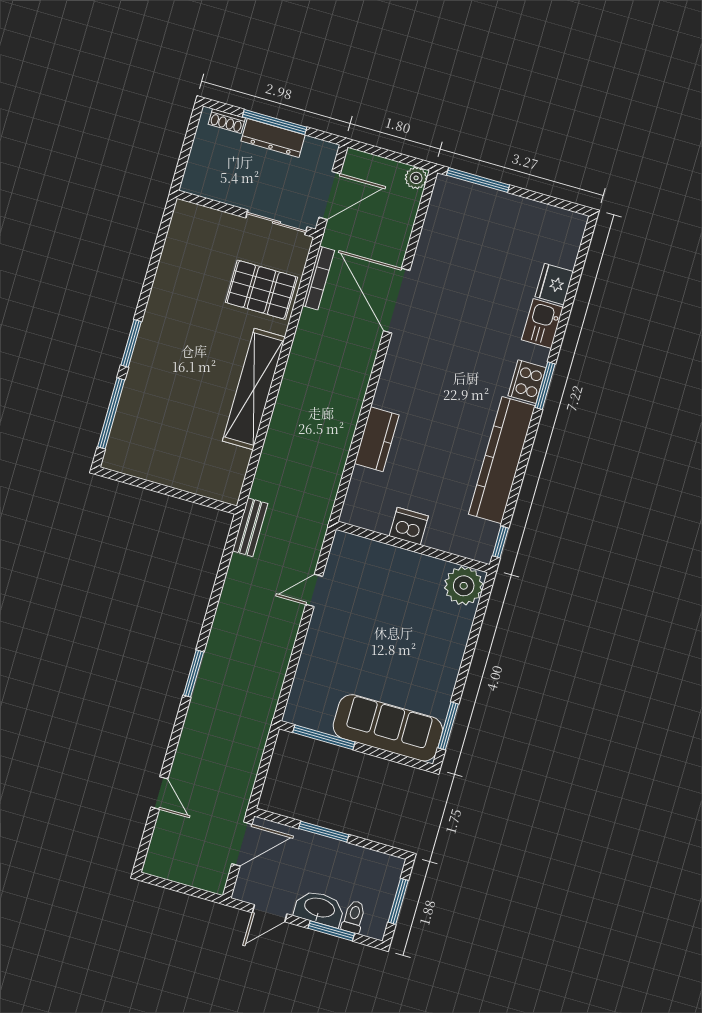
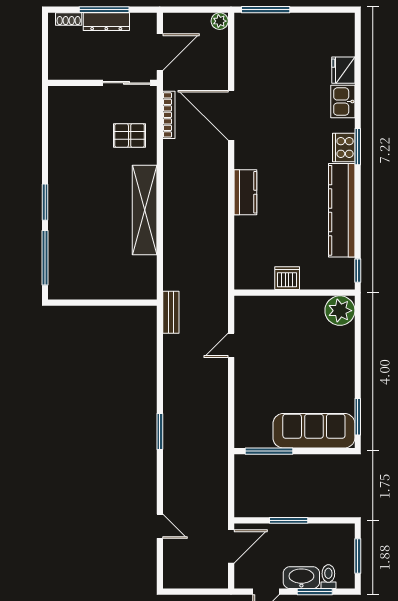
pallet: (261, 290) -> (130, 135), width x0.67, depth x0.71
kitchen counter: (377, 439) -> (245, 192), moved

